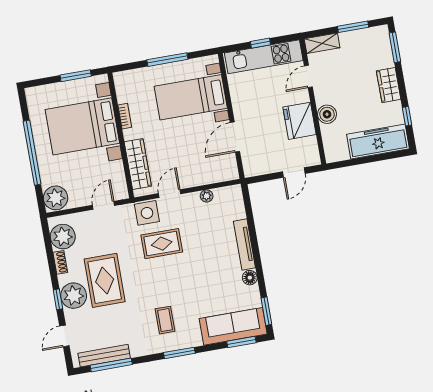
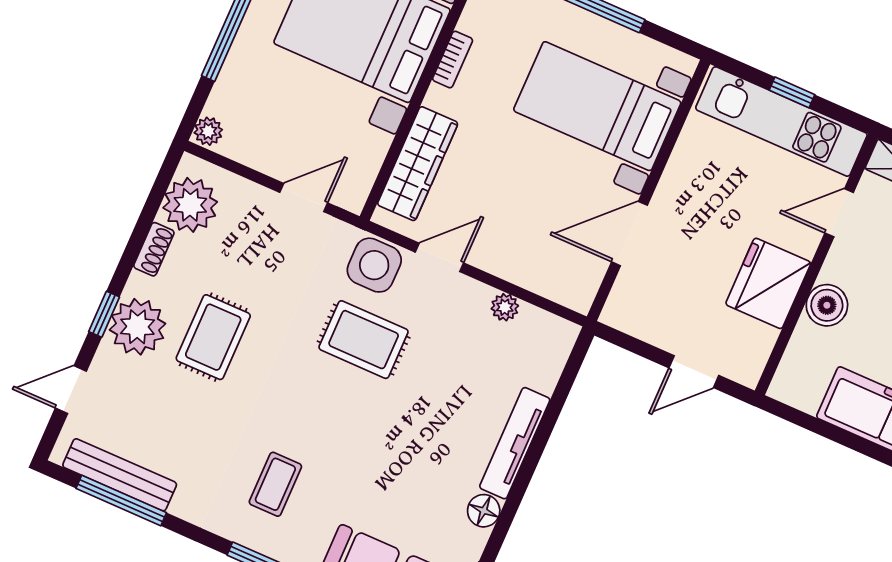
plant: (56, 198) -> (208, 131), width x0.53, depth x0.53
rug: (105, 280) -> (213, 337), width x0.73, depth x0.70

